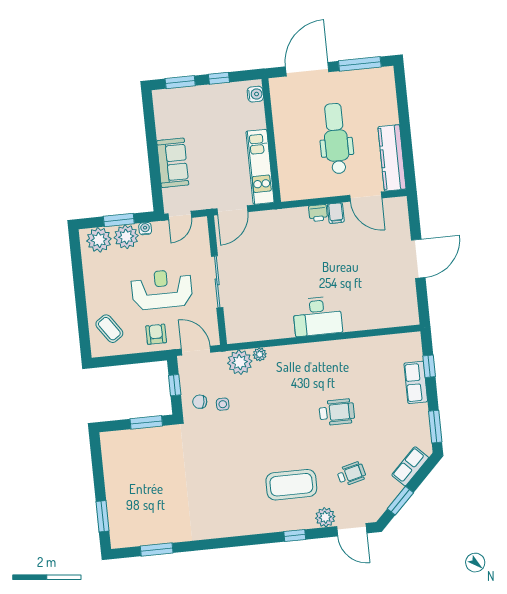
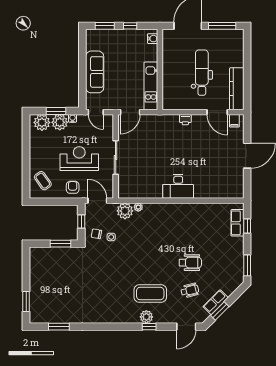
sofa: (173, 163) -> (95, 72), width x1.36
filing cabinet: (336, 213) -> (234, 121), moved
door: (180, 216) -> (96, 112), hinge flipped
row of seats: (416, 382) -> (237, 223), moved
wheelchair: (337, 412) -> (190, 263), moved
row of seats: (410, 466) -> (216, 302), moved
plant: (325, 517) -> (146, 317), moved
door: (352, 530) -> (186, 327), hinge flipped

